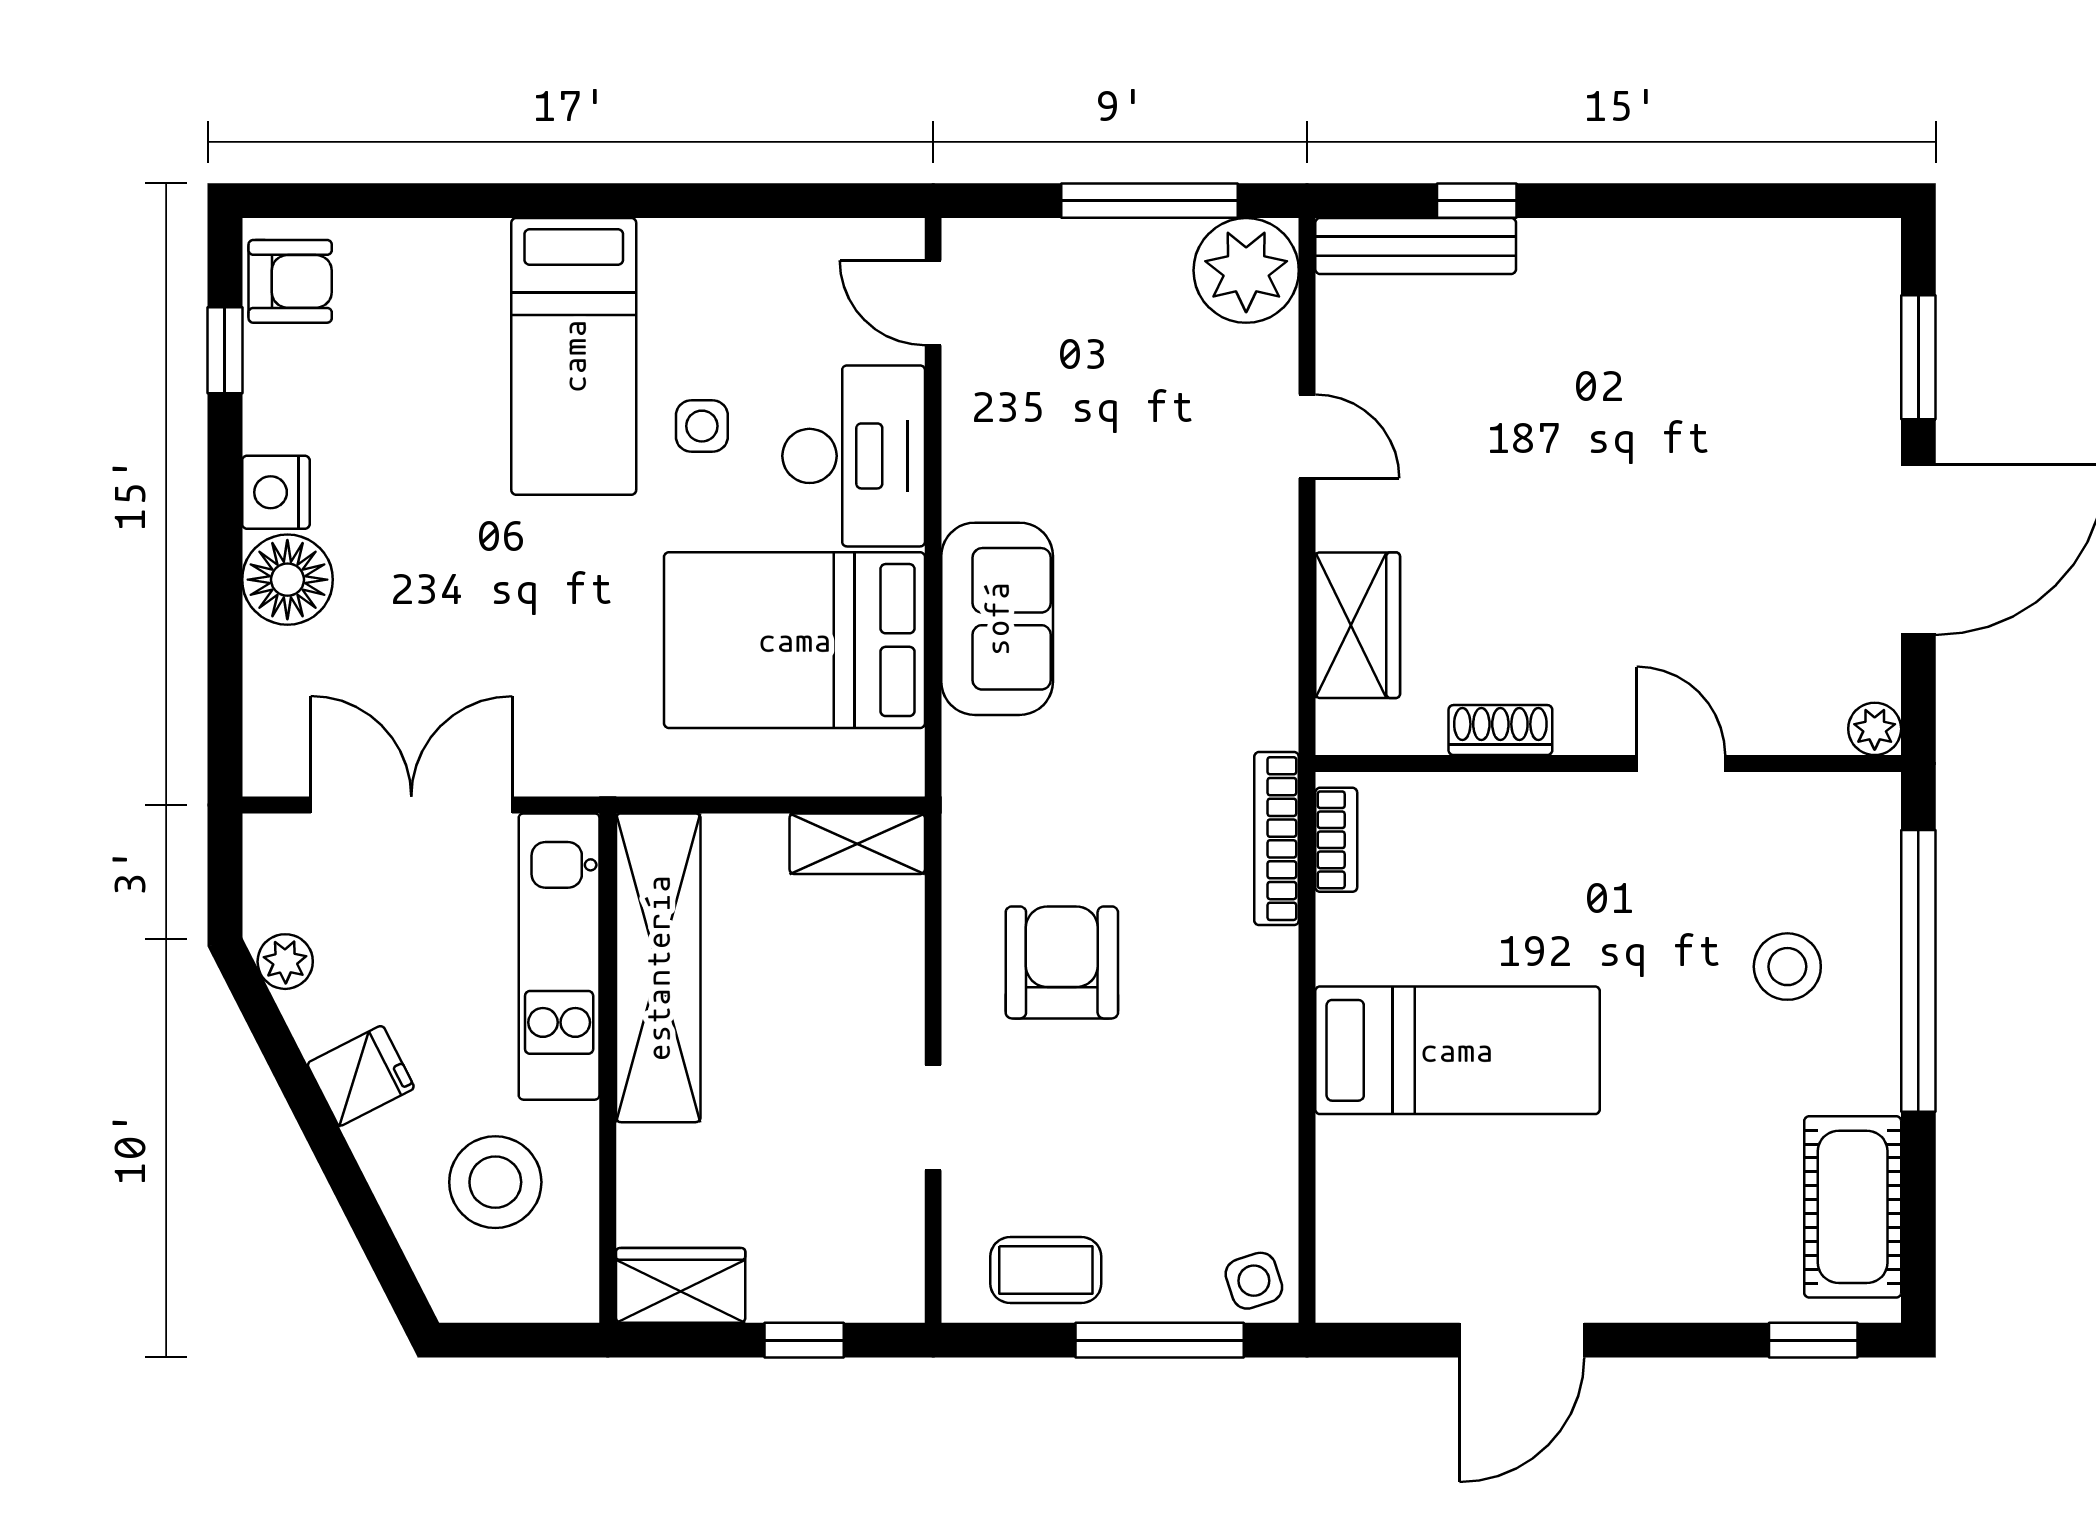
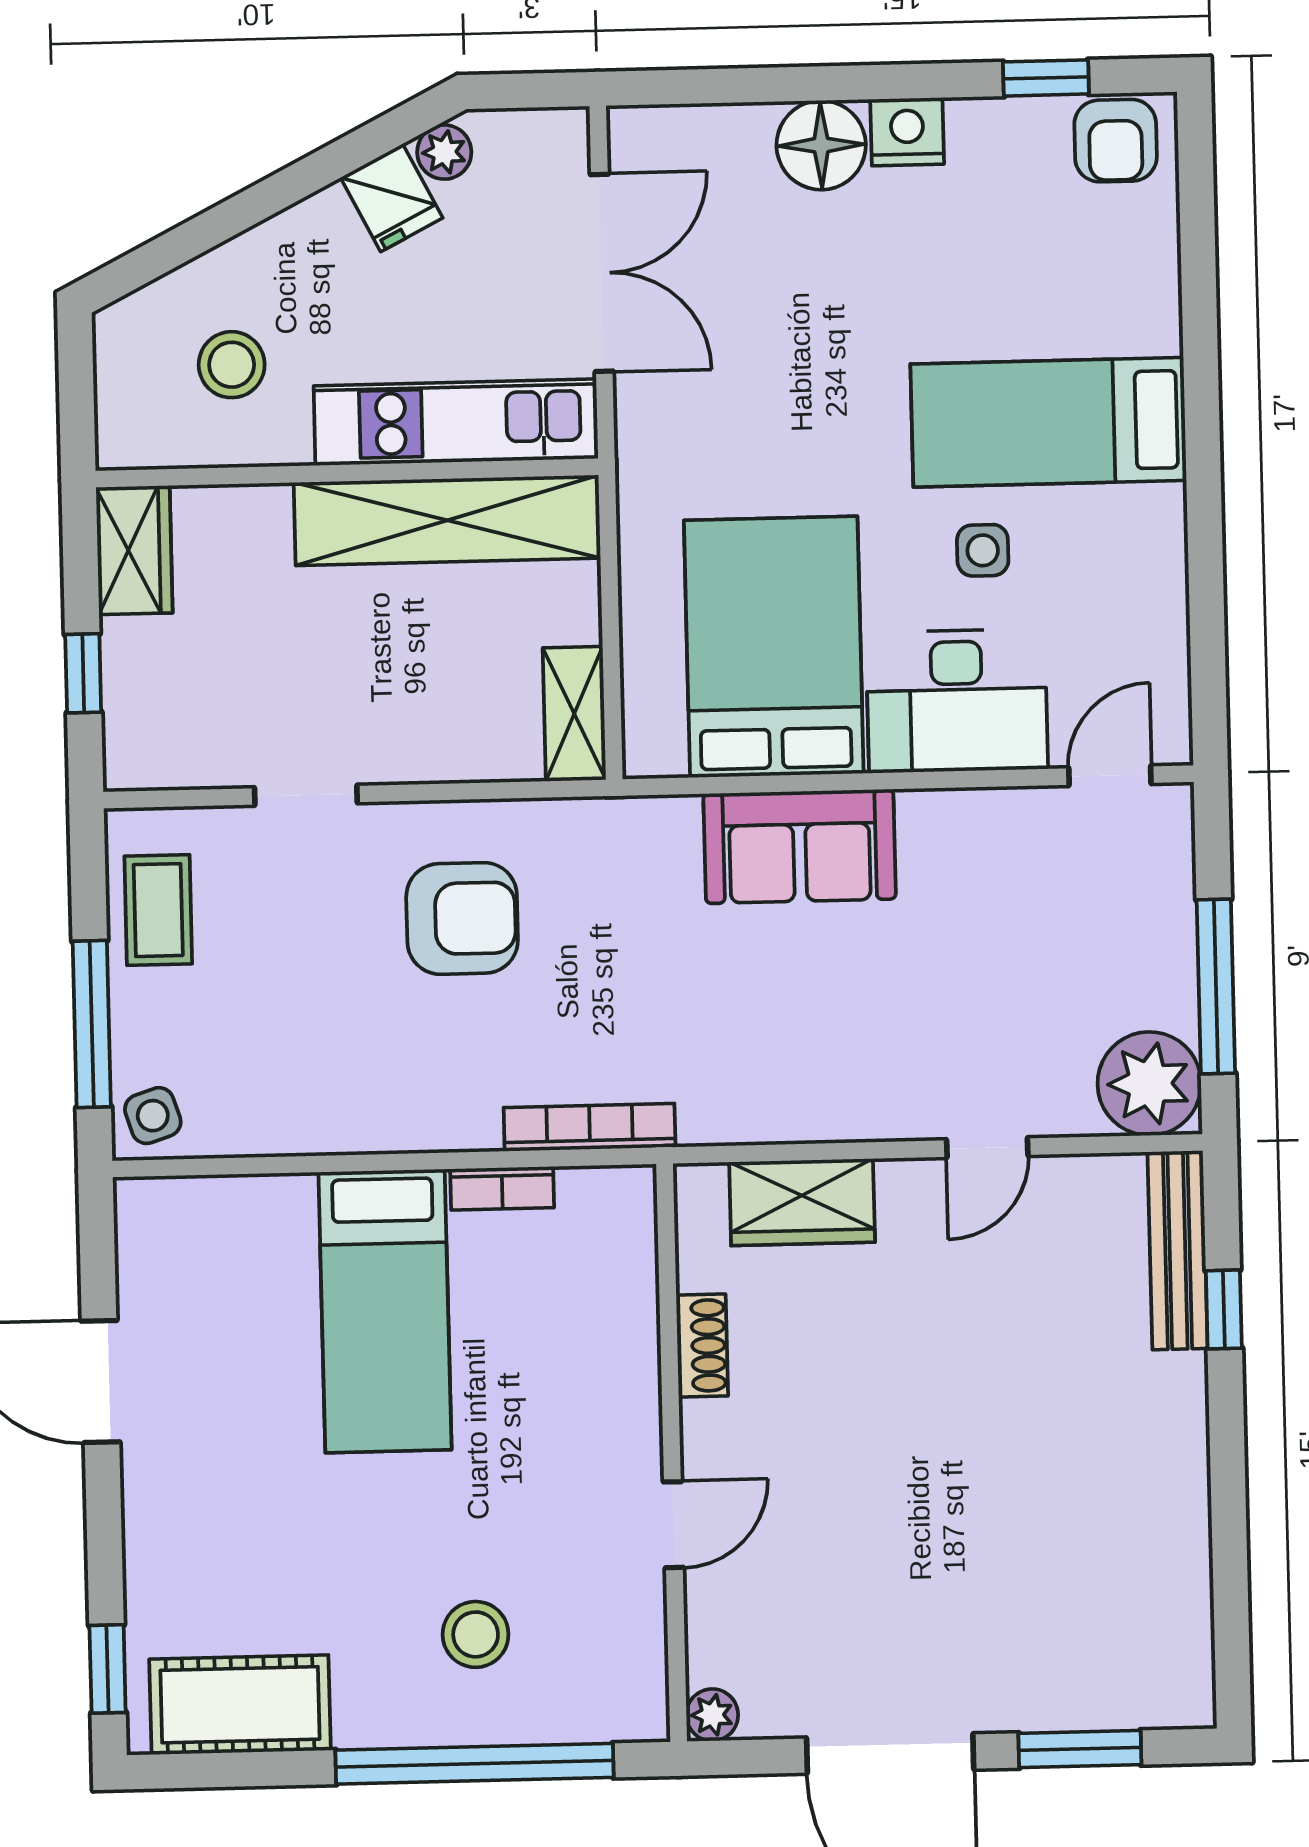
bookcase: (1336, 840) -> (502, 1188), moved
fridge: (361, 1076) -> (392, 198), moved
stool: (495, 1182) -> (232, 365), width x0.73, depth x0.73

